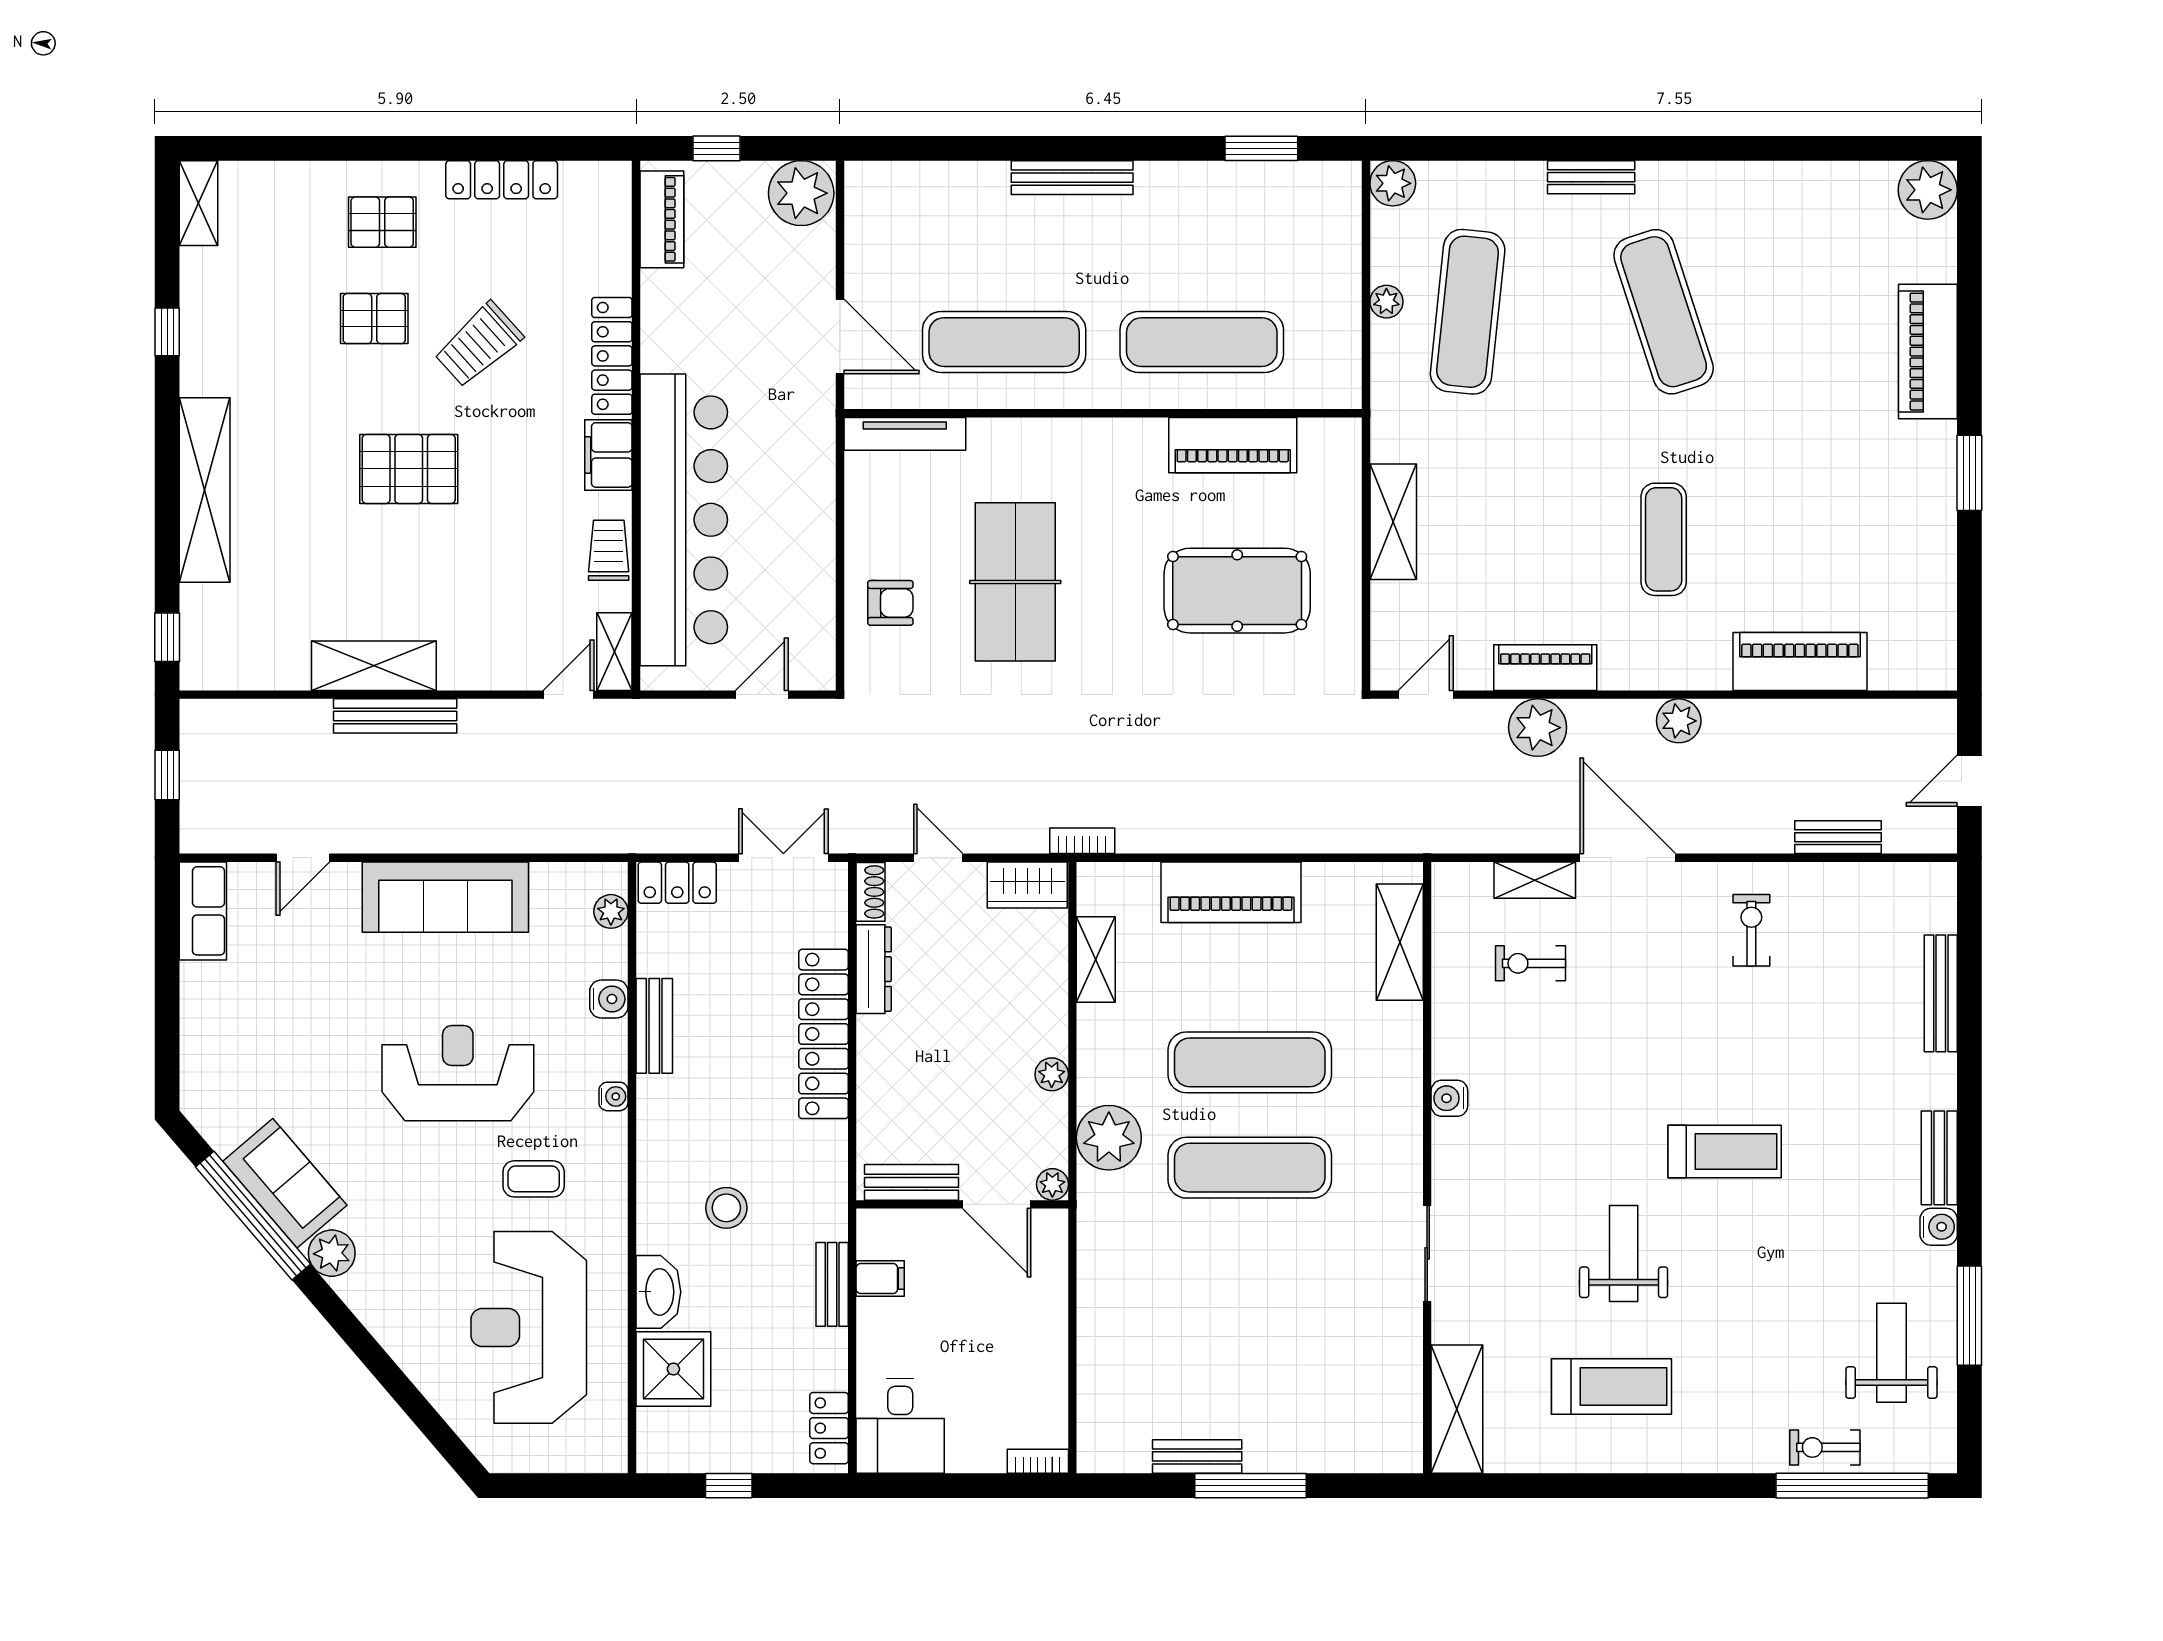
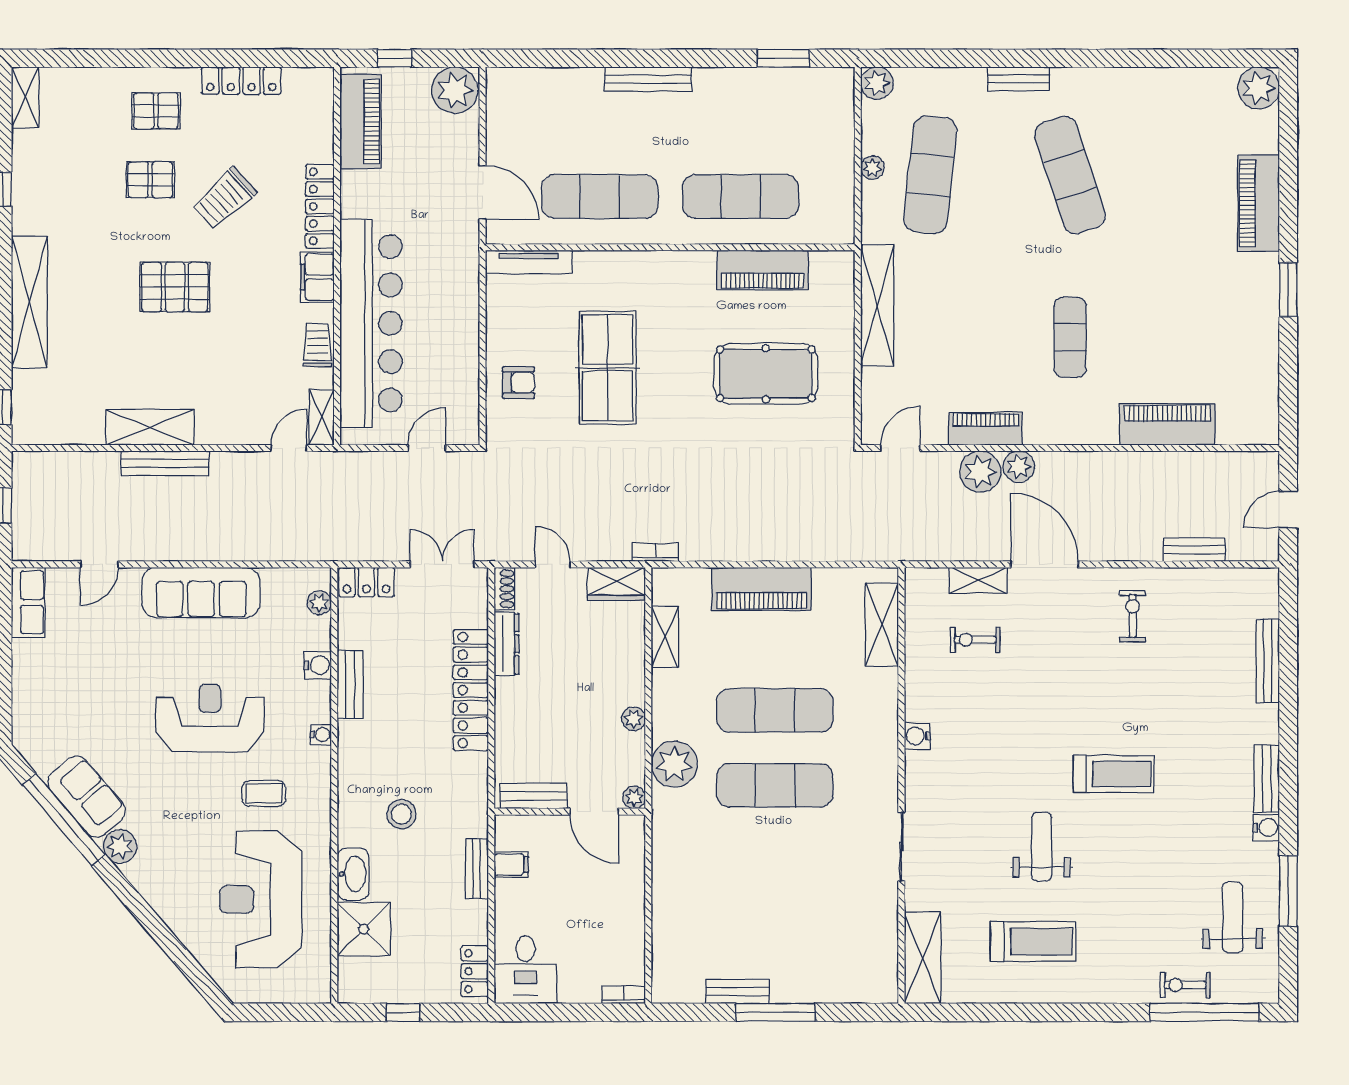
piano: (662, 219) -> (361, 122), width x1.37, depth x1.33
shelving: (1393, 522) -> (877, 305), width x1.47
plant: (1679, 721) -> (1019, 467), moved

